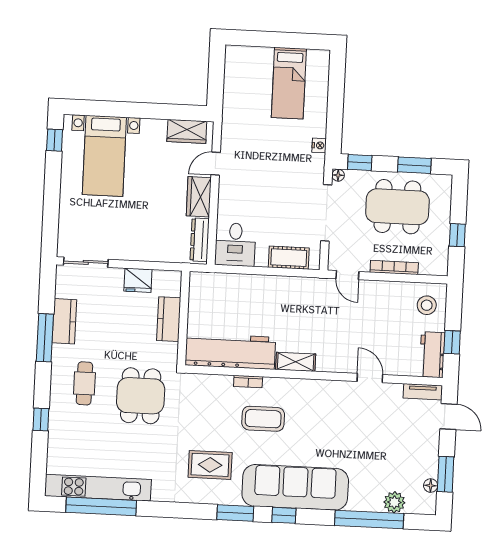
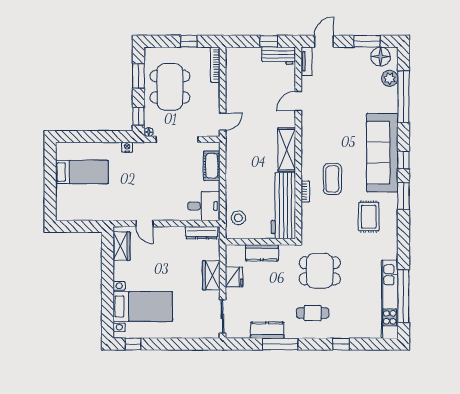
wardrobe: (199, 197) -> (211, 275), moved, turned 90
bookcase: (394, 267) -> (215, 65), moved
stool: (427, 305) -> (238, 218), moved
shelving: (296, 362) -> (287, 150), width x1.50, depth x1.33
floor lamp: (431, 486) -> (380, 57), width x1.89, depth x1.89

